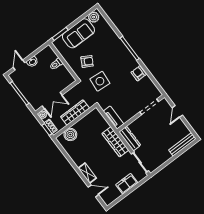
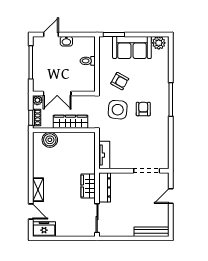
armchair: (139, 73) -> (143, 109), moved
wardrobe: (115, 142) -> (88, 186), width x0.67
freezer: (127, 184) -> (44, 229), moved

